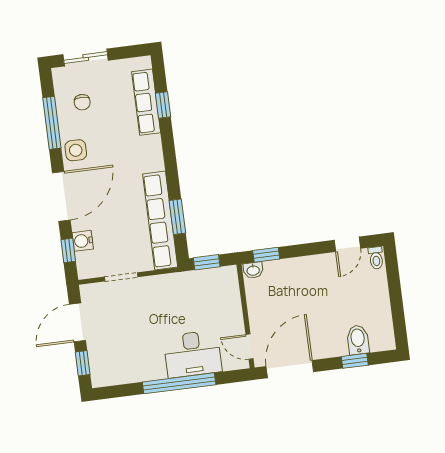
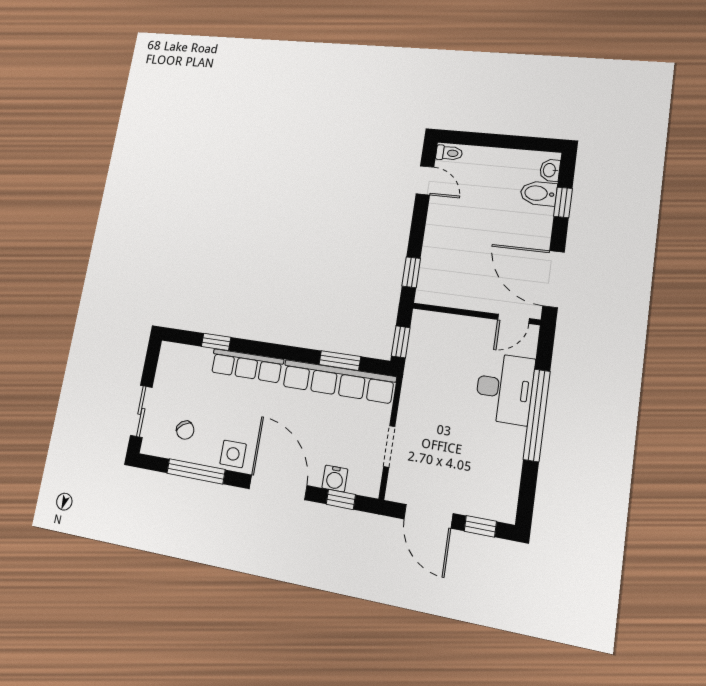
chair: (82, 102) -> (185, 430), turned 54
row of seats: (146, 102) -> (247, 366), moved
washbasin: (253, 270) -> (550, 170), moved, turned 180

